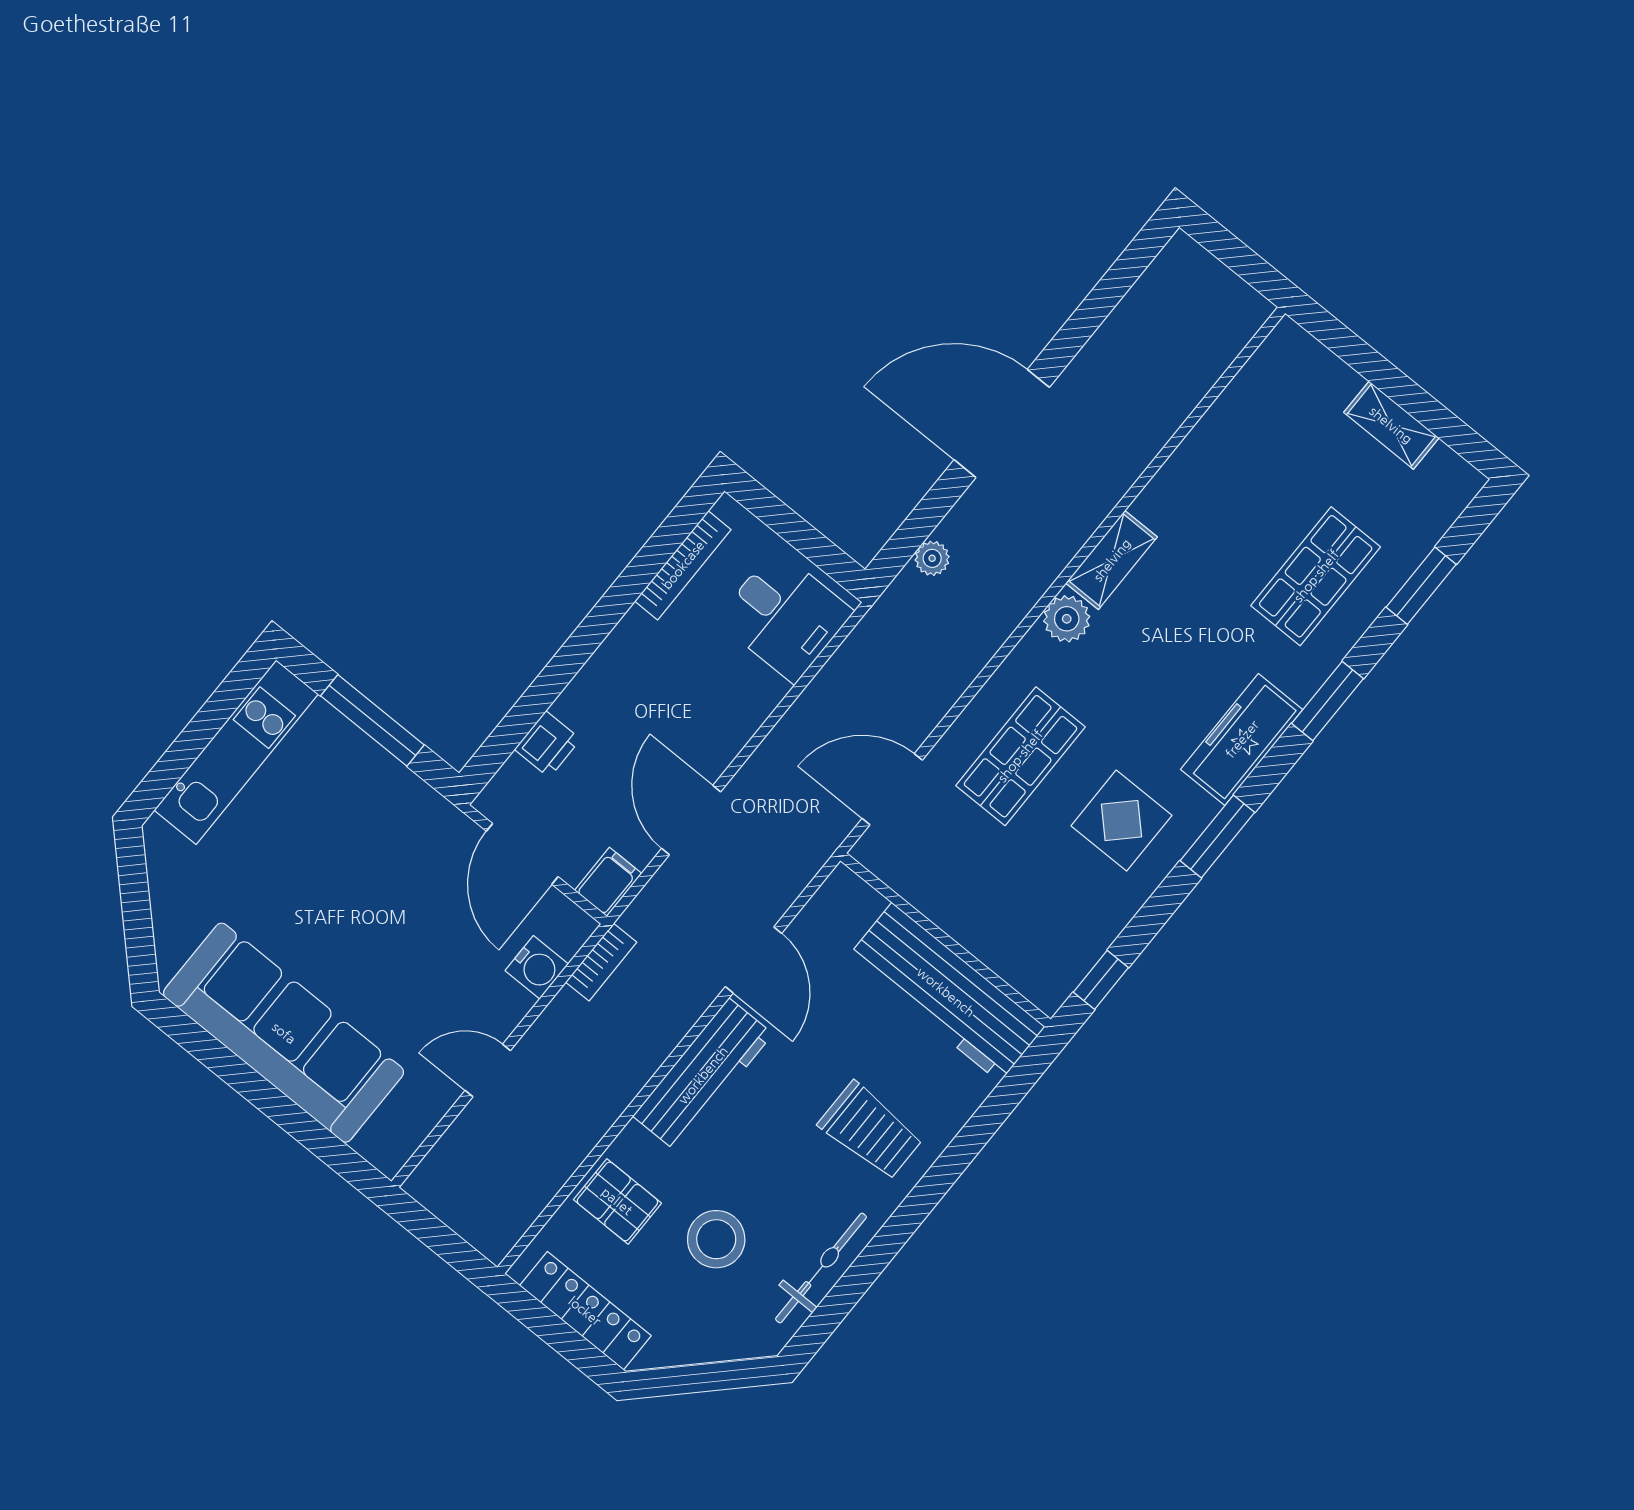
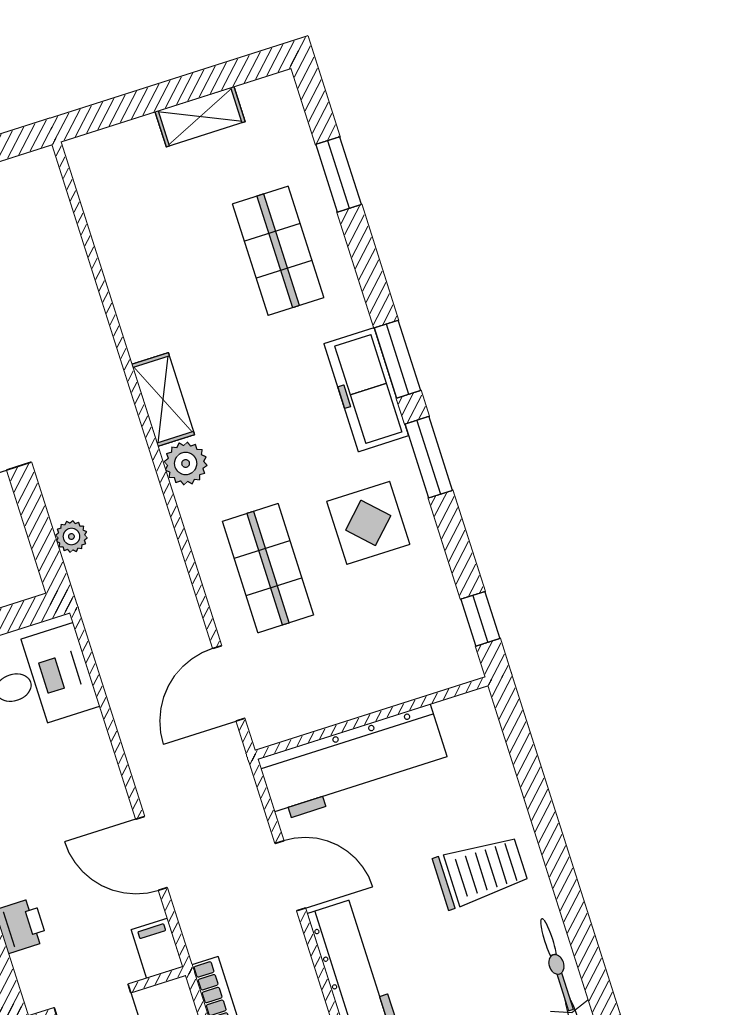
window: (1327, 701) -> (397, 359), moved
workbench: (946, 992) -> (354, 763), moved

